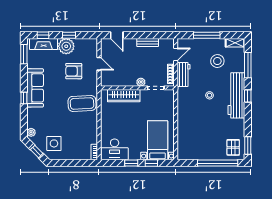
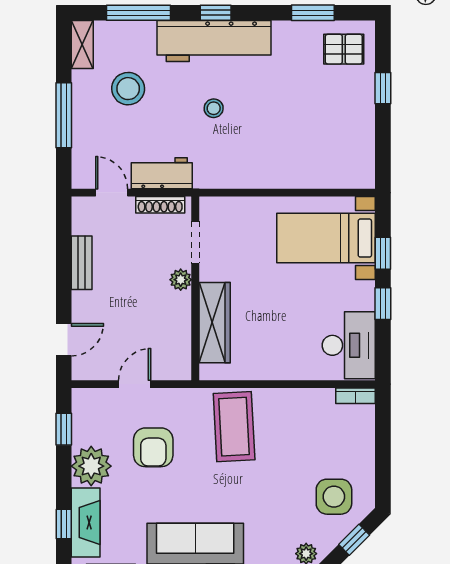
window: (69, 35) -> (64, 429), moved
window: (248, 146) -> (313, 13), moved
window: (218, 163) -> (383, 88), width x0.32

